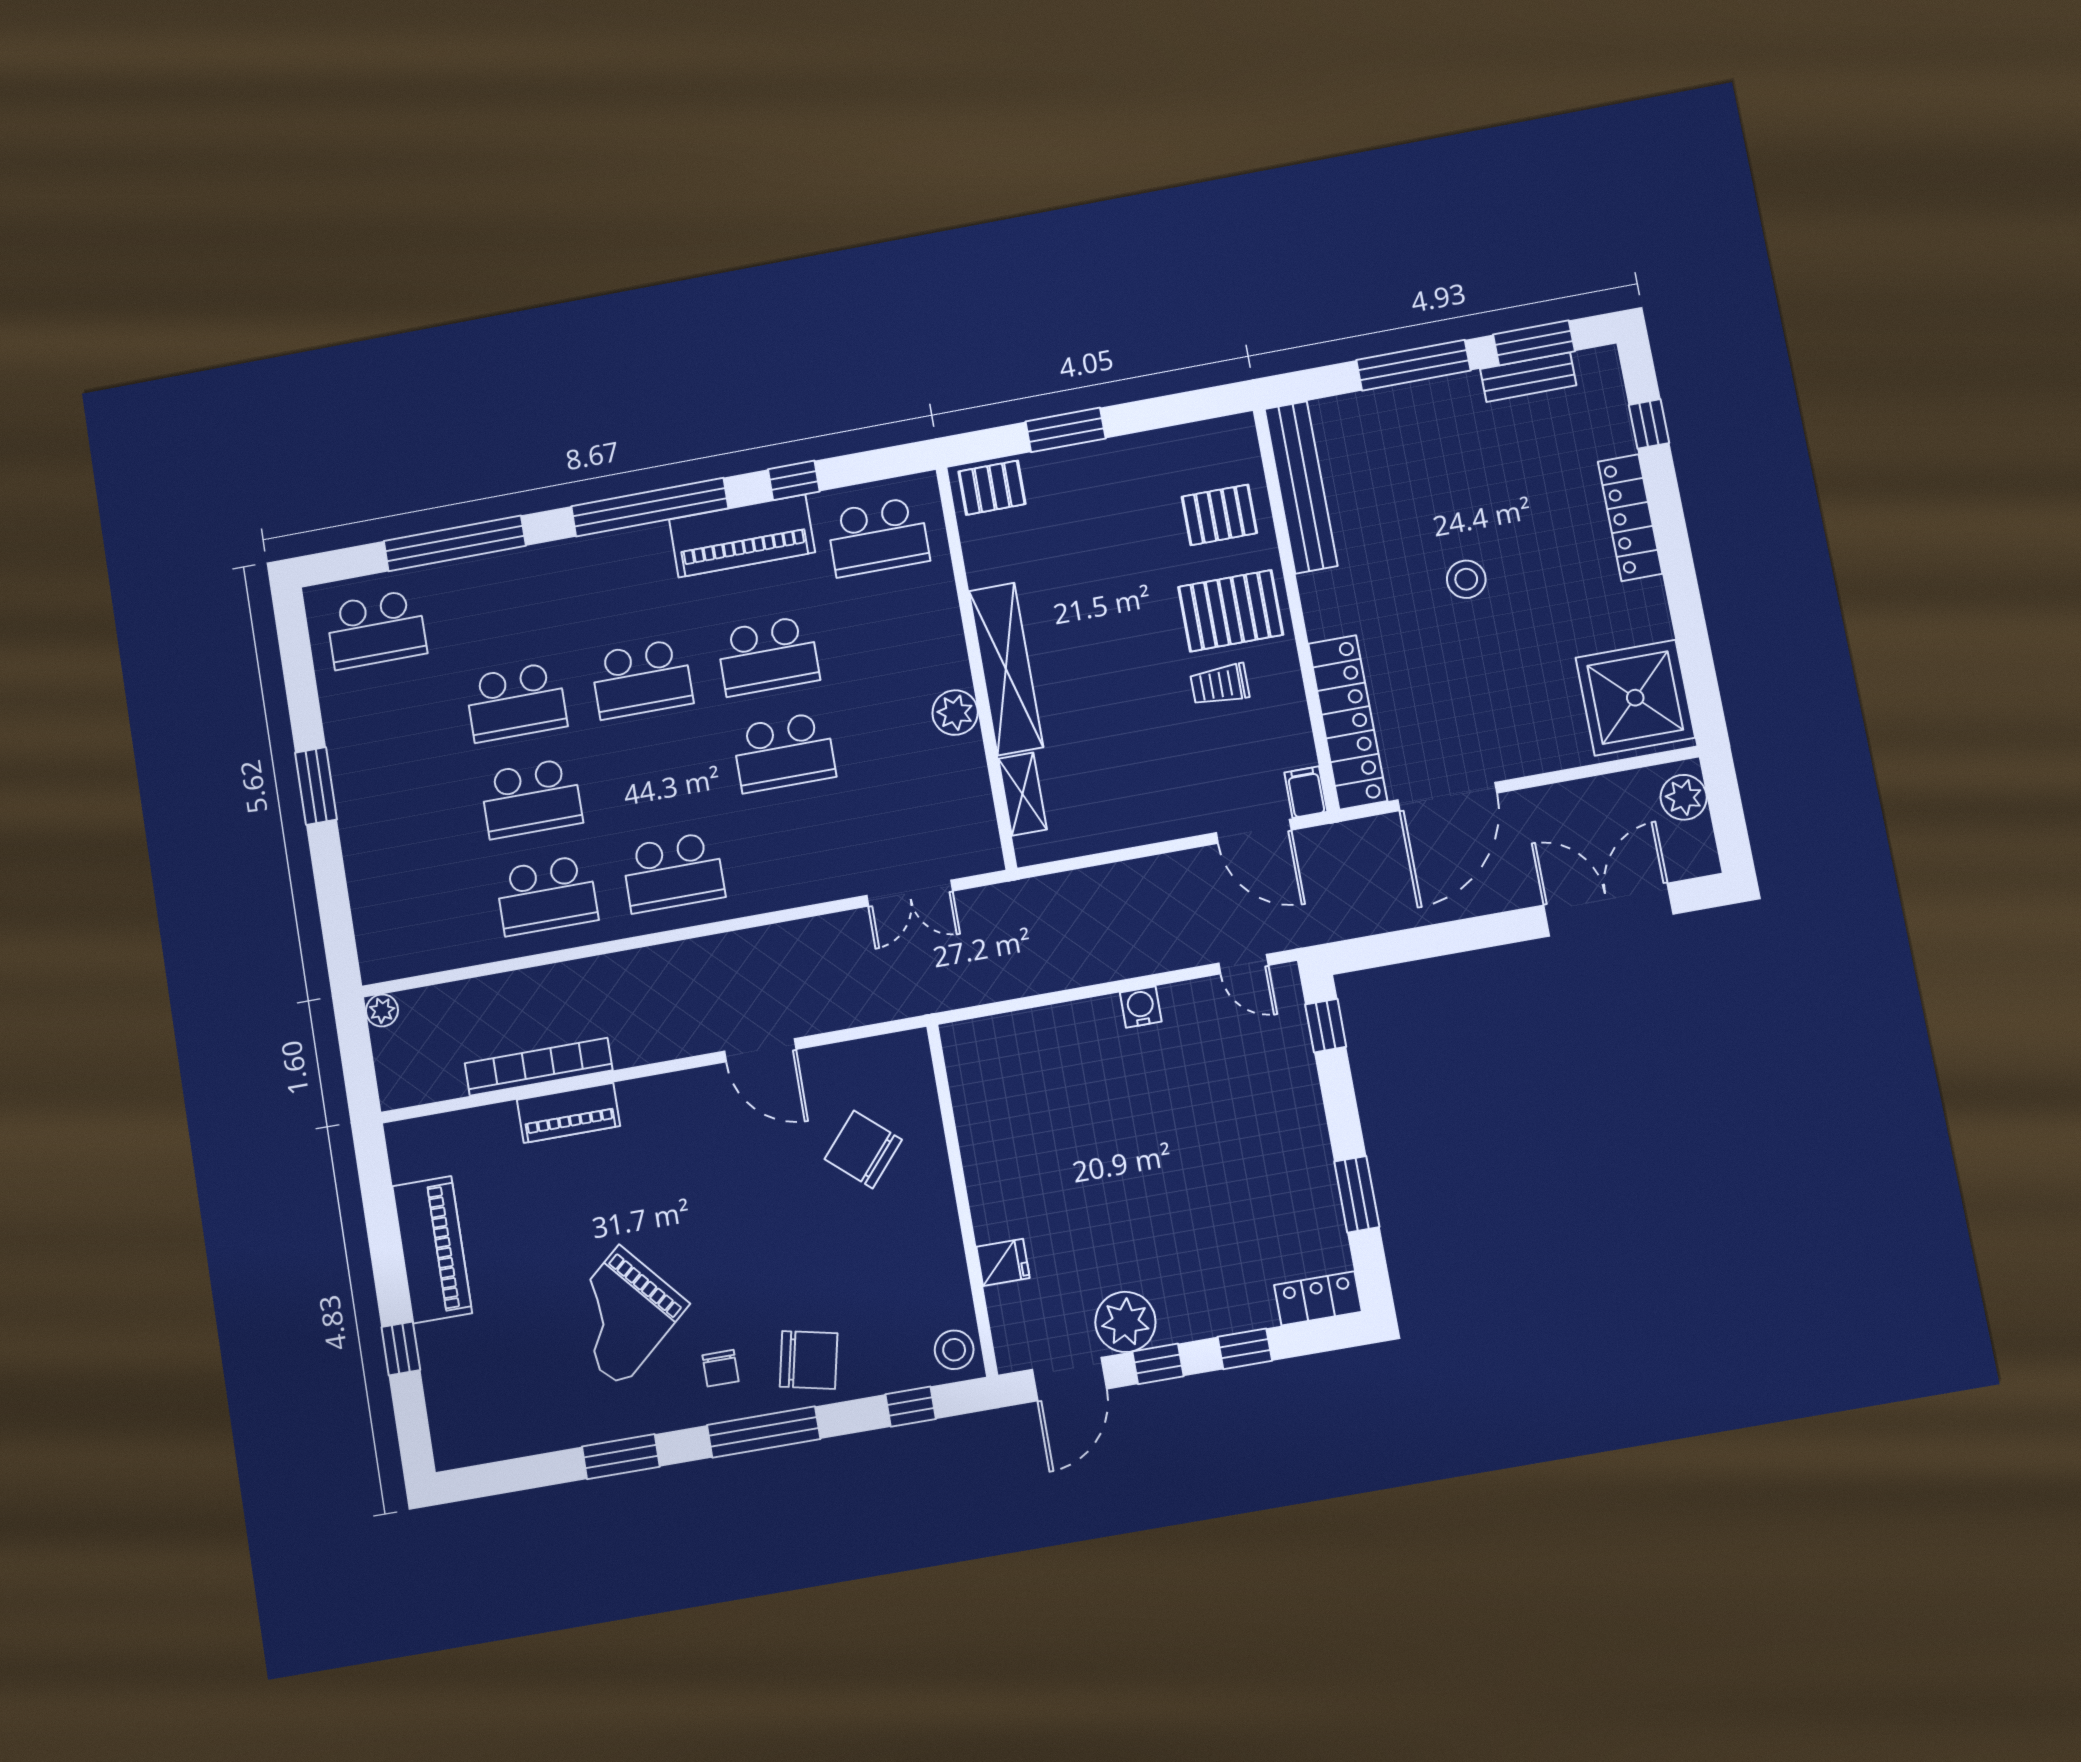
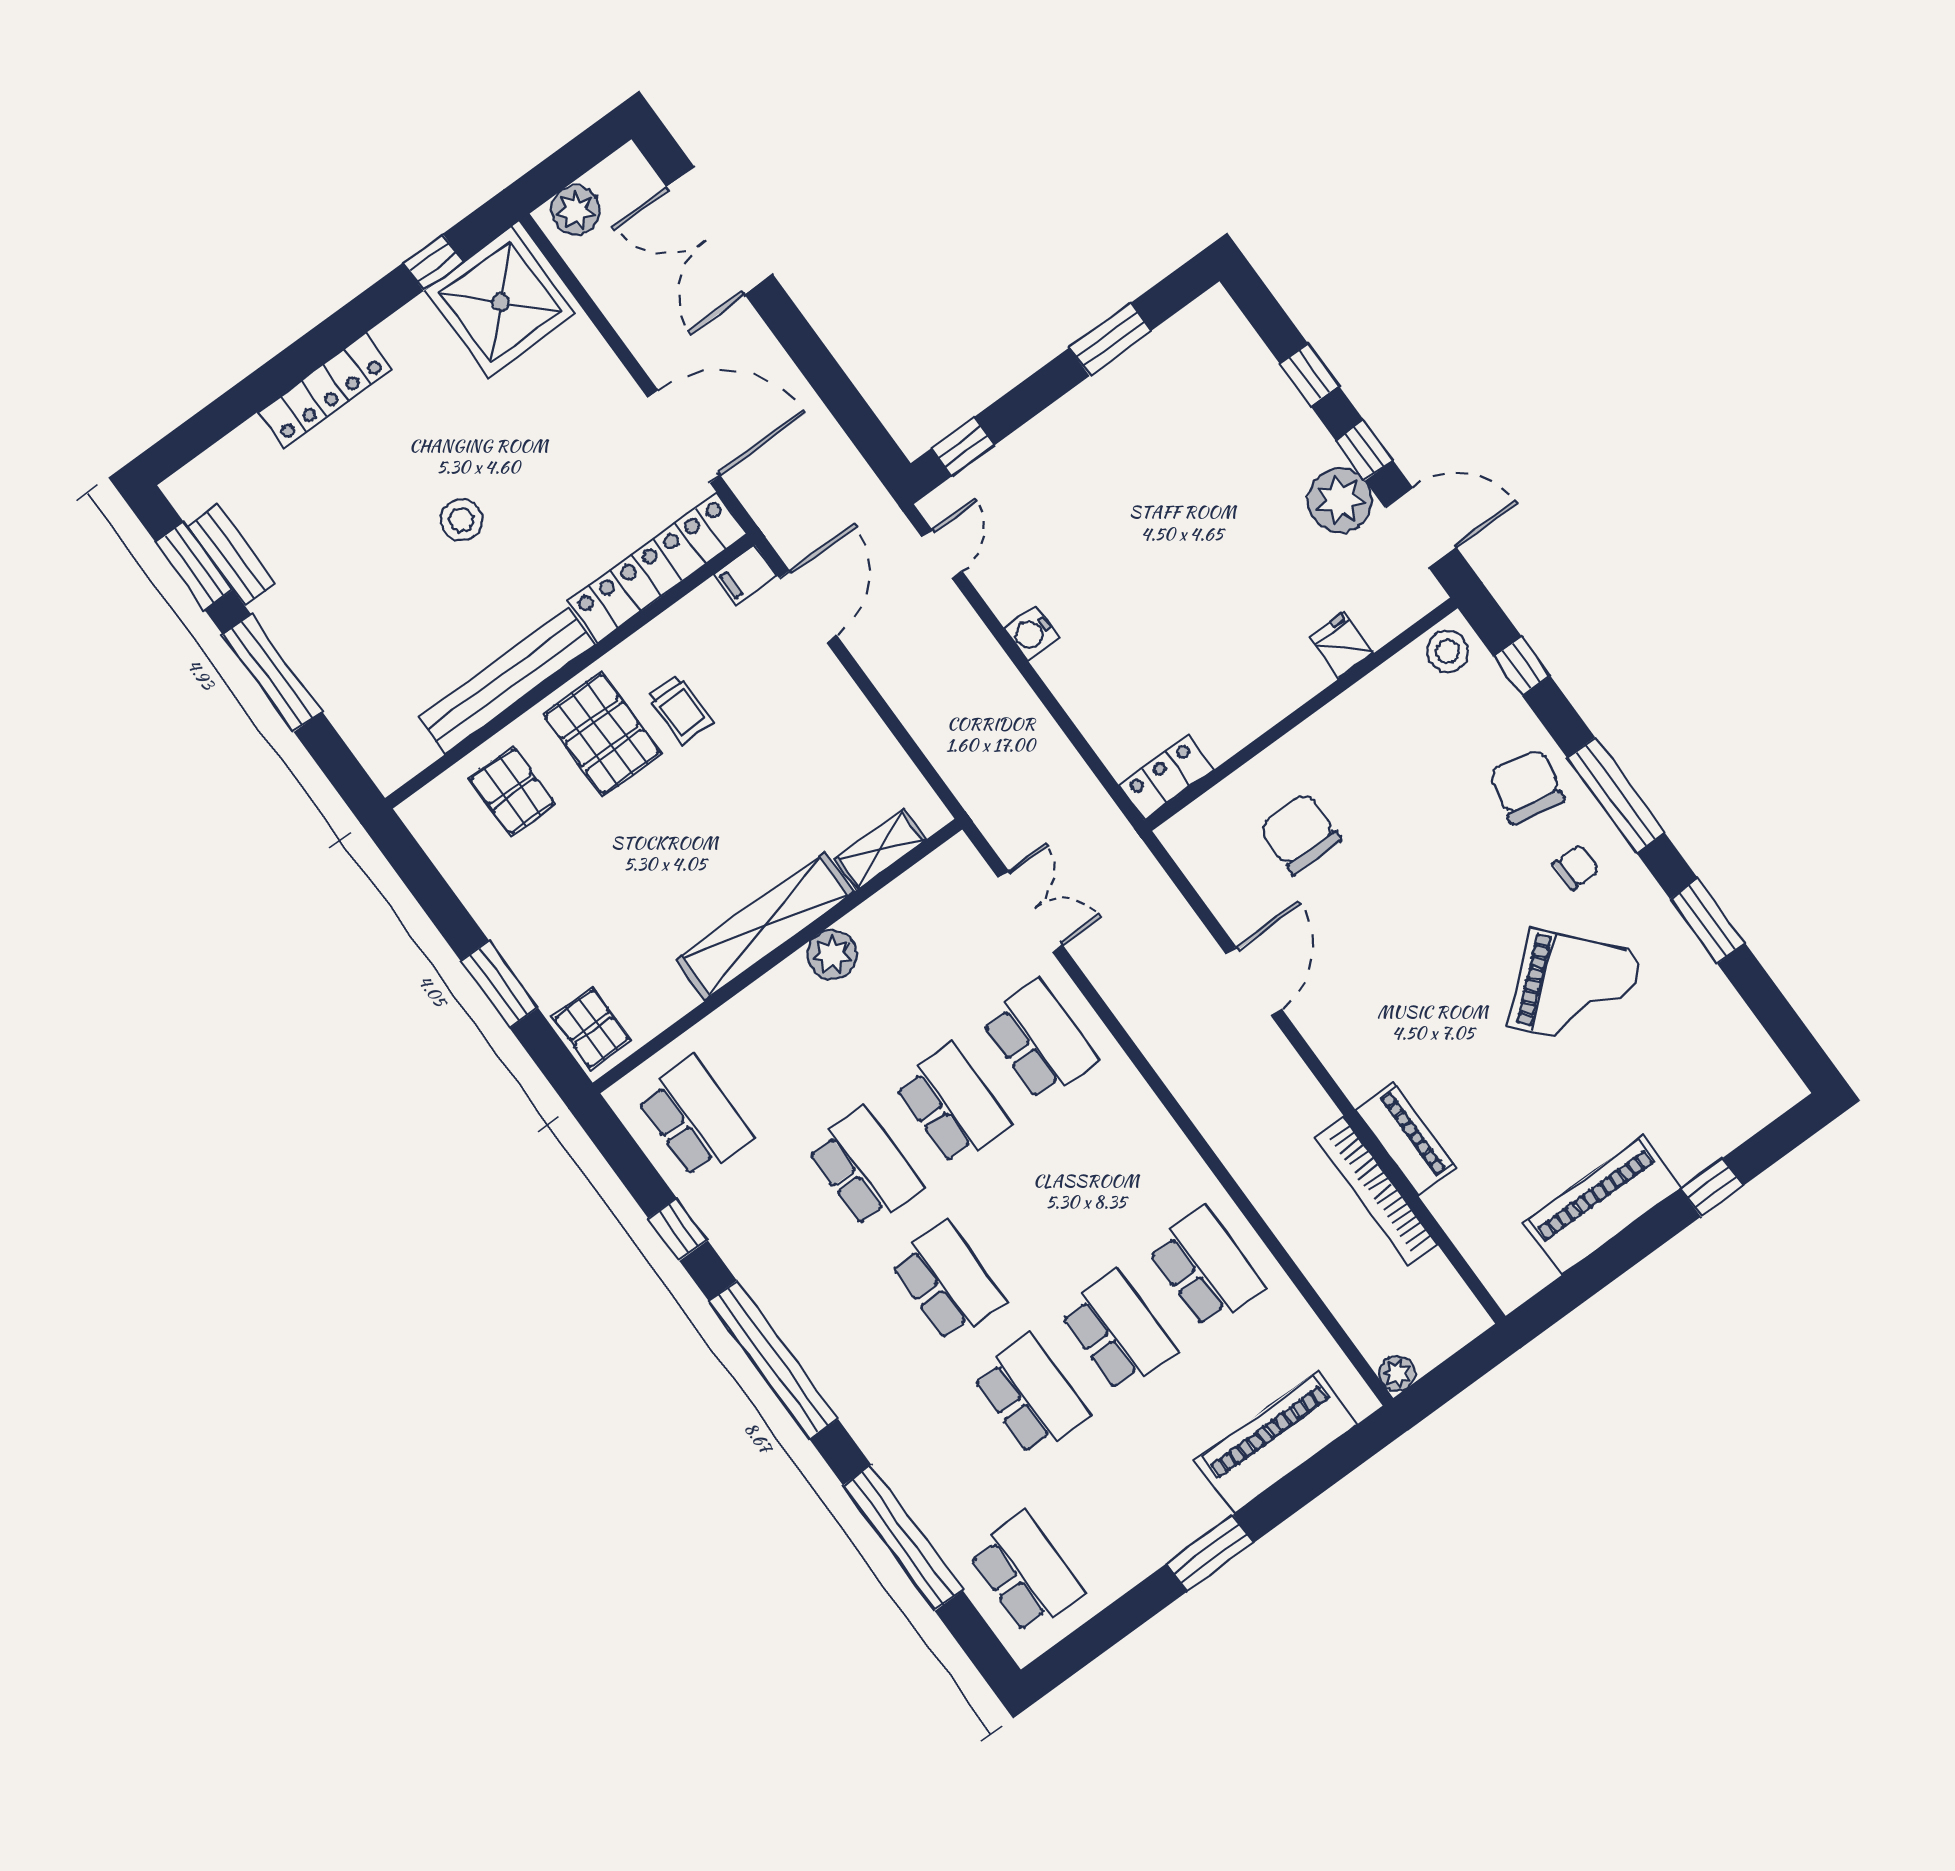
window: (1649, 424) -> (433, 262), moved
bench: (1301, 487) -> (507, 681), moved
piano: (742, 536) -> (1276, 1442), moved, turned -90
school desk: (673, 872) -> (1040, 1040), moved
chair: (863, 1149) -> (1300, 834), turned 139
locker: (1318, 1298) -> (1166, 778), moved, turned 90

